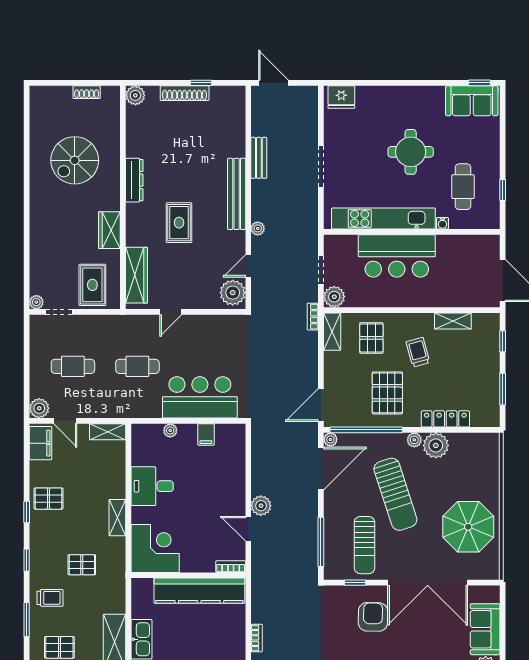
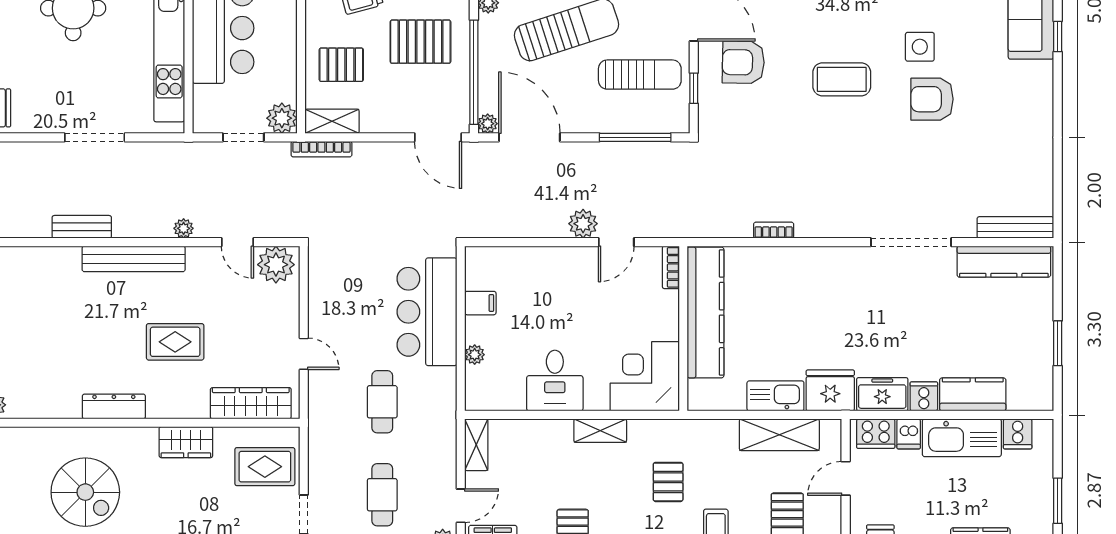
bookcase: (313, 317) -> (321, 149), width x1.56

